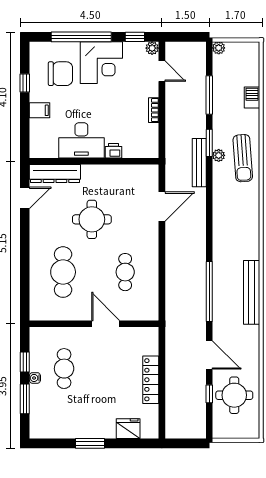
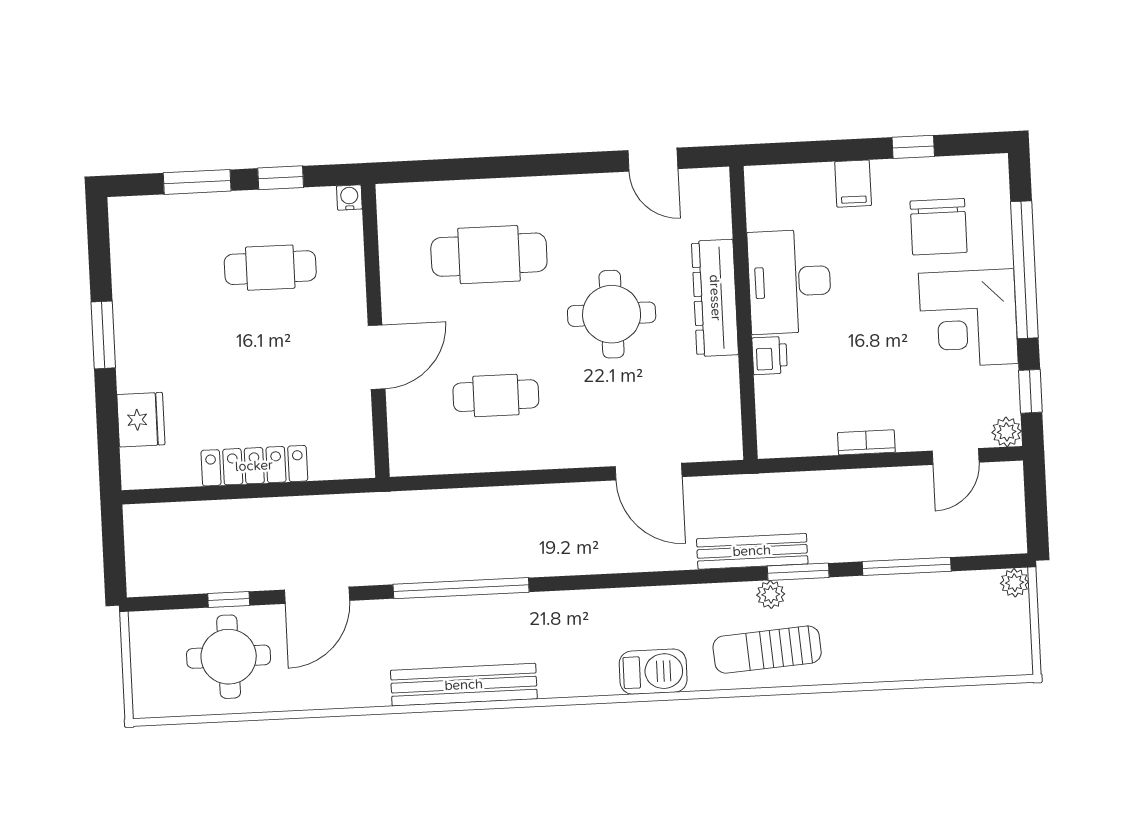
barbecue: (252, 98) -> (653, 672), moved, width x1.38, depth x1.27
dresser: (55, 174) -> (715, 298), moved
water cooler: (35, 378) -> (349, 198), moved

